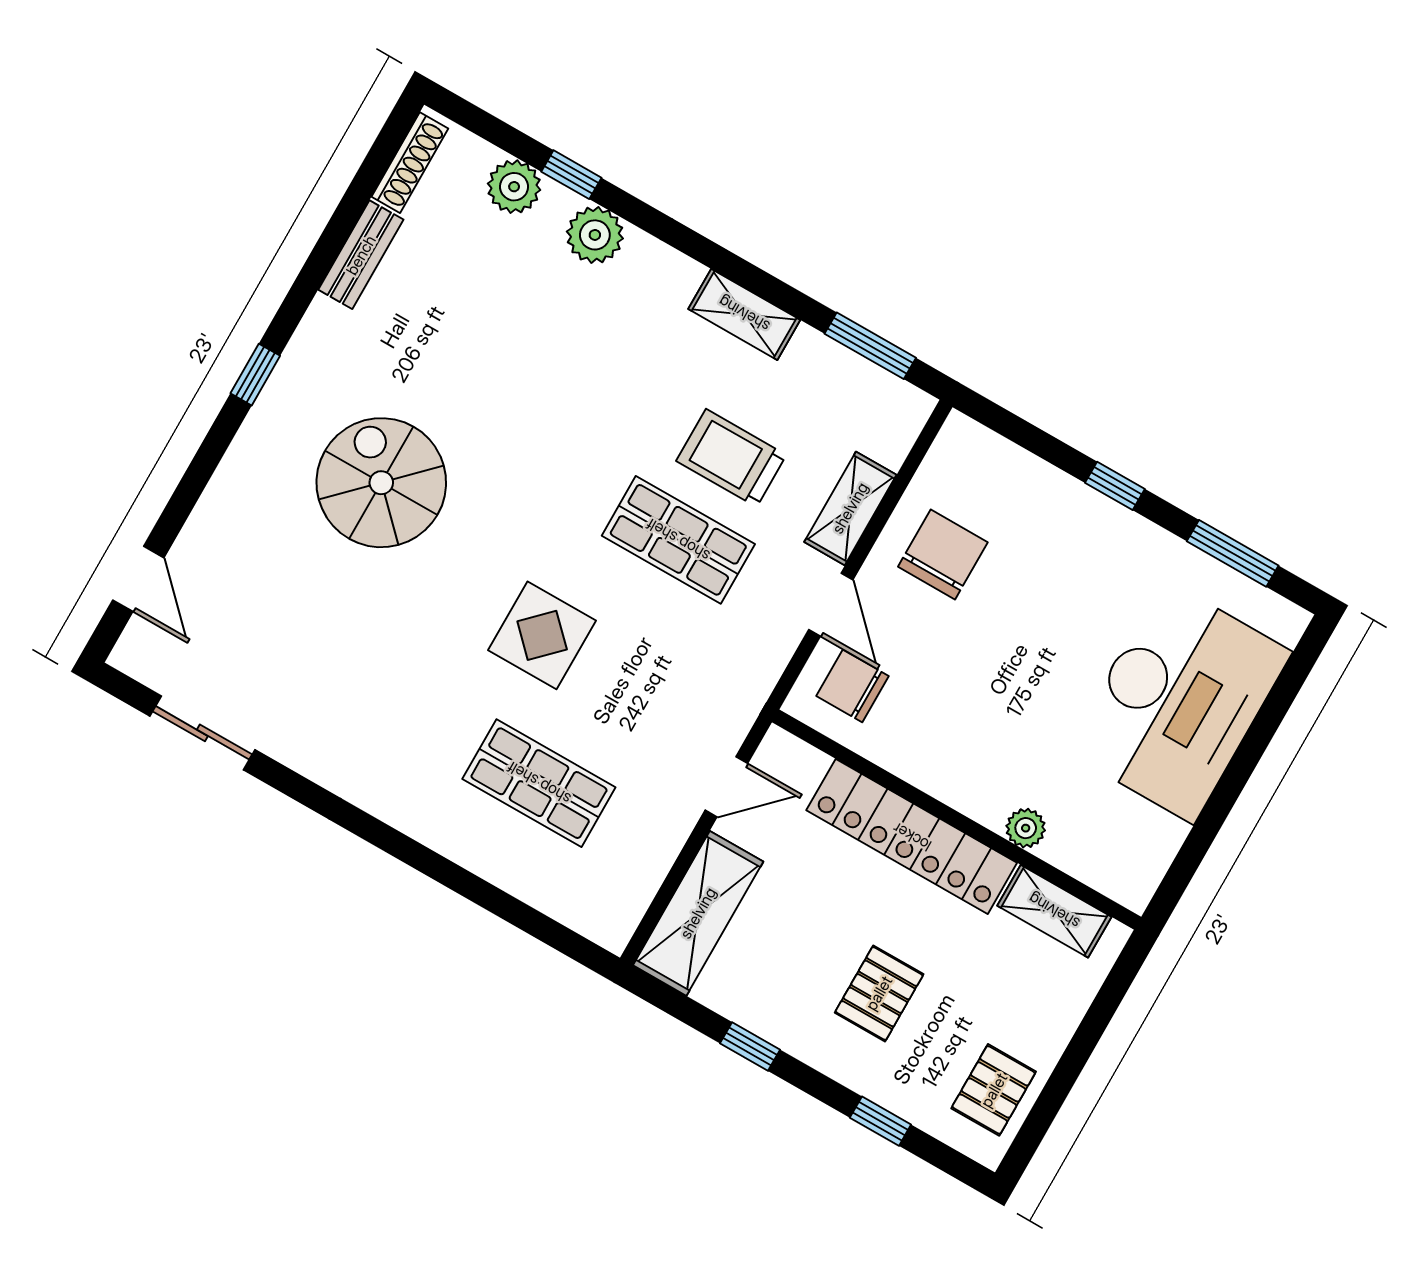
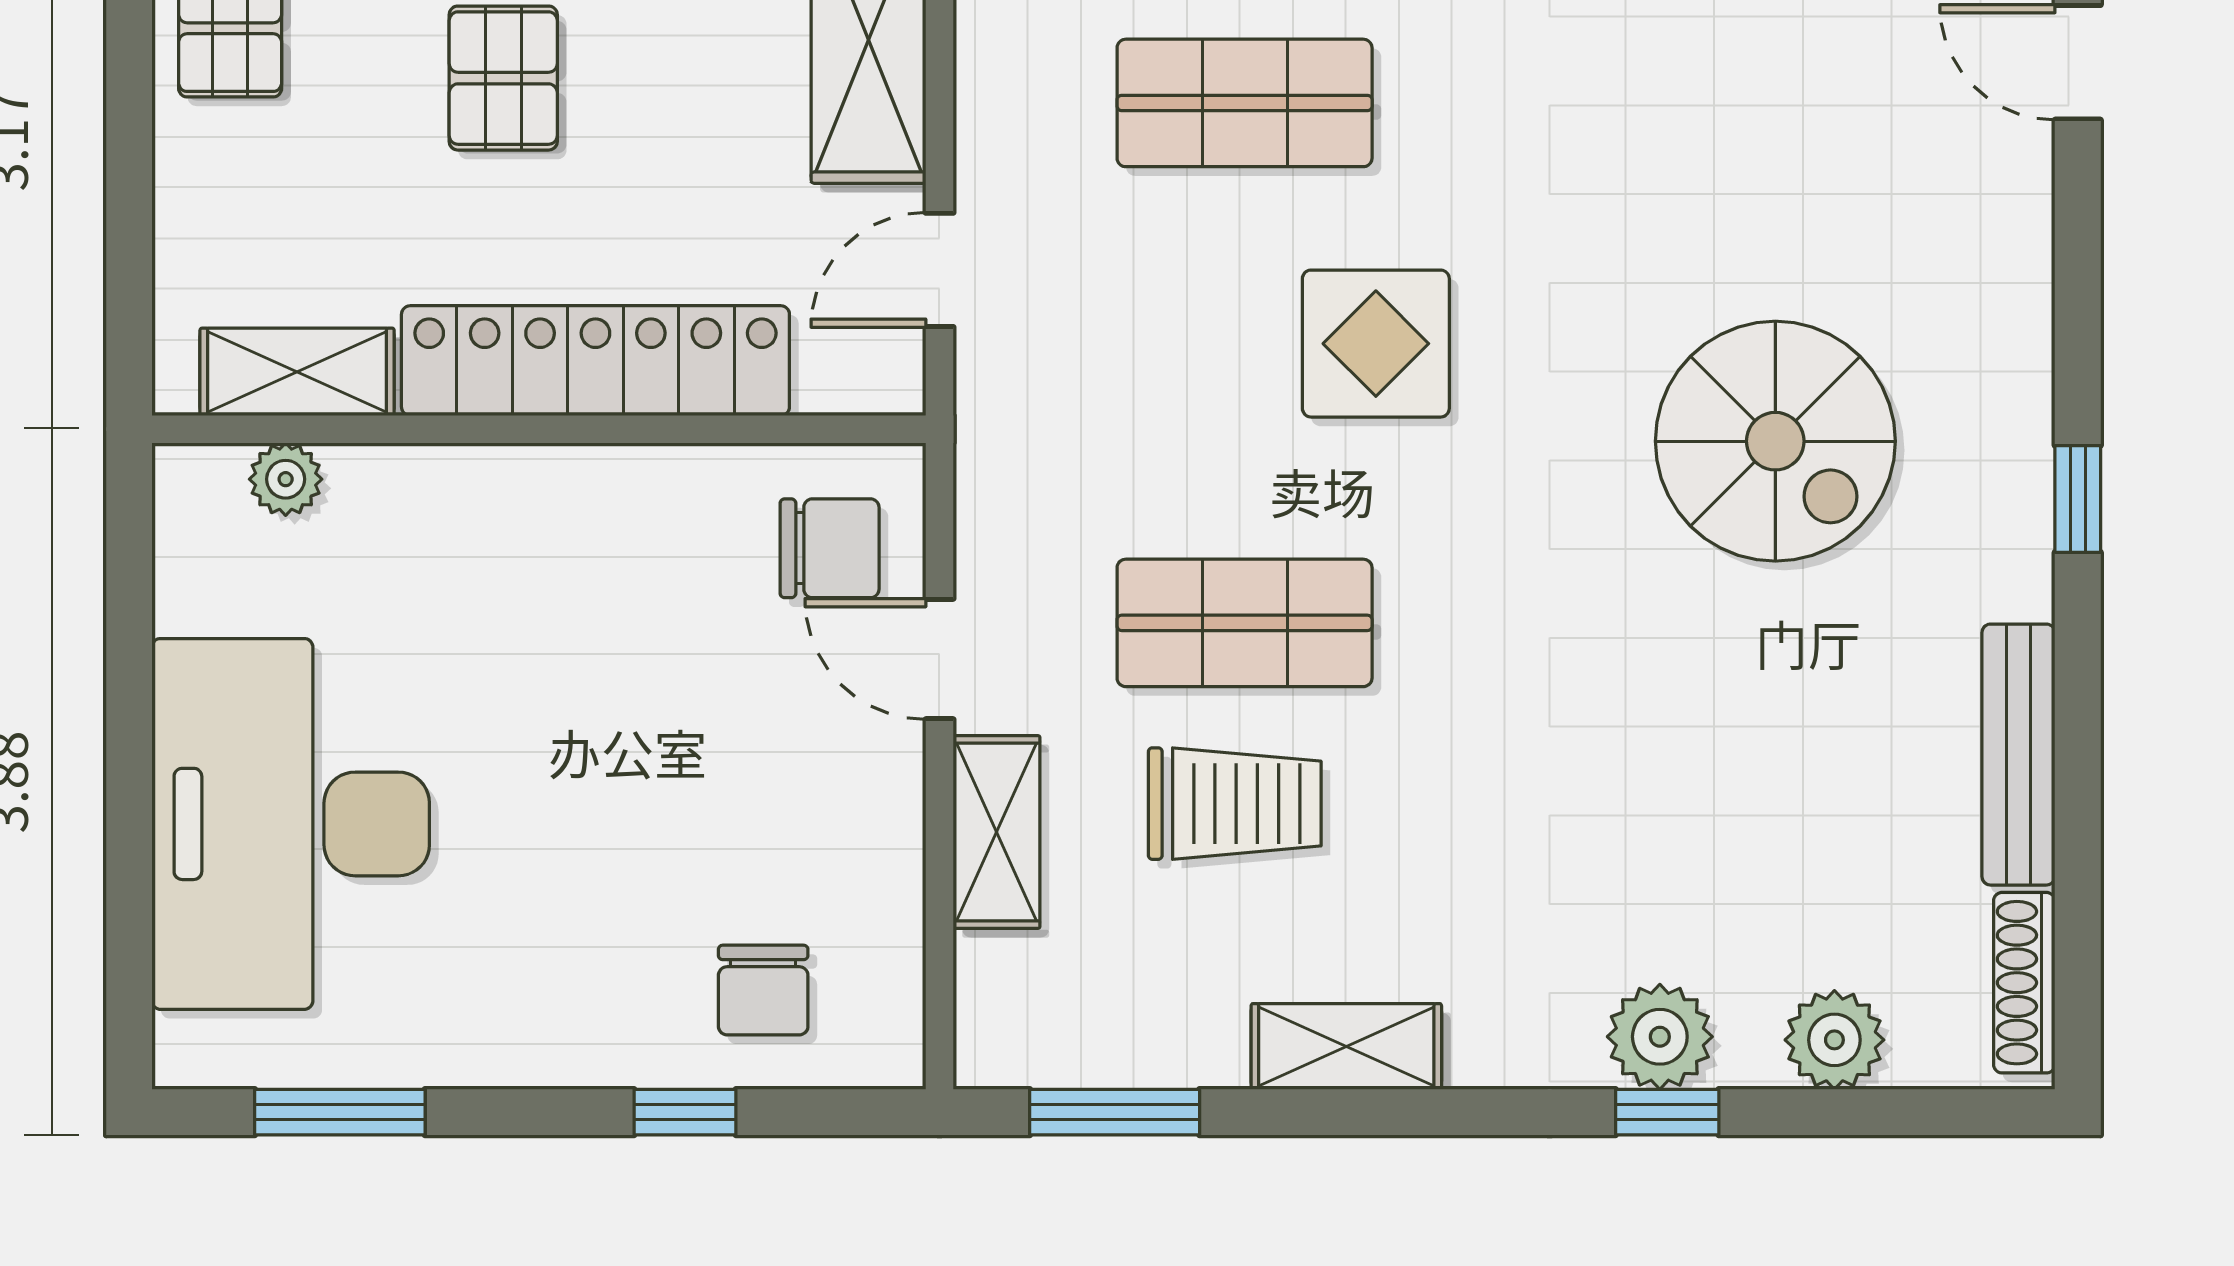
window: (571, 175) -> (1667, 1112), moved
bench: (361, 255) -> (2018, 755), width x1.36
window: (1115, 486) -> (685, 1112), moved
chair: (943, 554) -> (763, 990), moved, width x0.73, depth x0.73
plant: (1026, 828) -> (286, 479), moved

